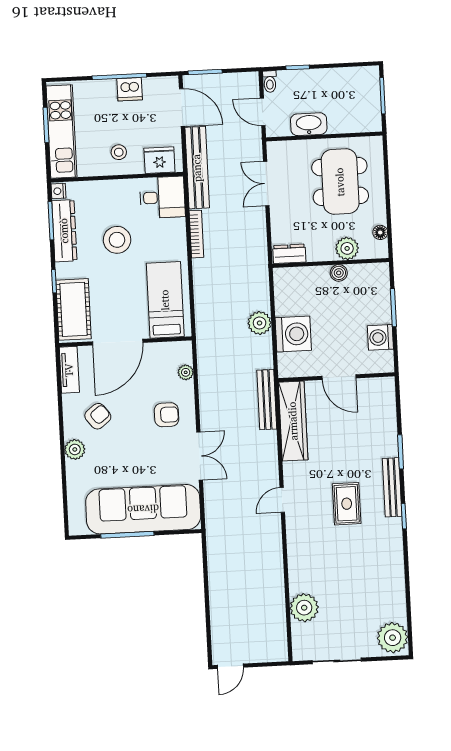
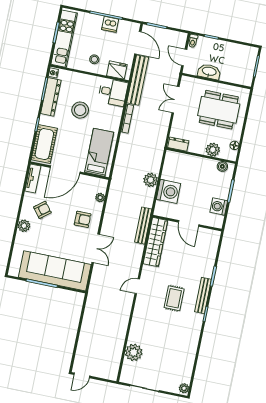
dining table: (340, 182) -> (219, 110), turned 90
boiler: (339, 273) -> (222, 166), moved
plant: (393, 638) -> (184, 388), width x0.53, depth x0.53

